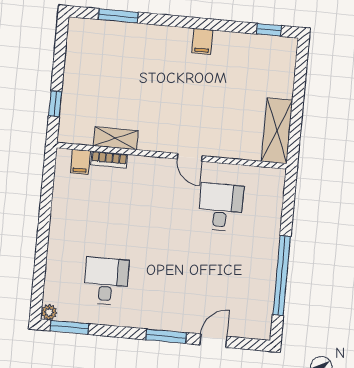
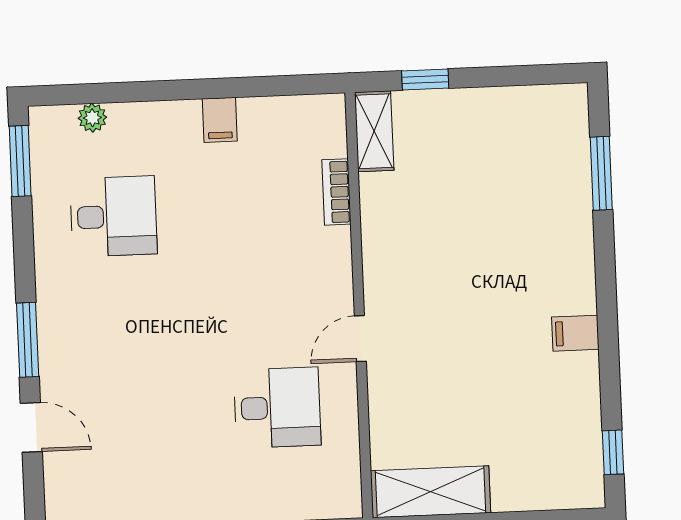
shelving: (116, 138) -> (374, 131), moved
filing cabinet: (80, 162) -> (220, 120), moved, turned -90
plant: (49, 312) -> (92, 118), moved

